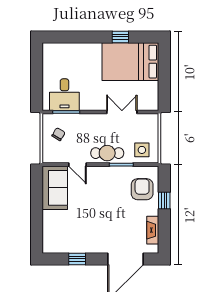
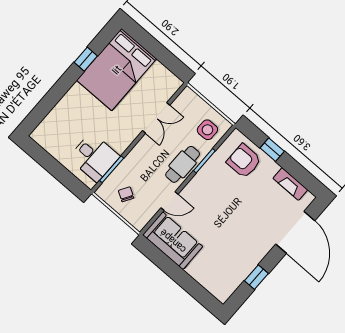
double door: (122, 112) -> (156, 118), swing flipped

